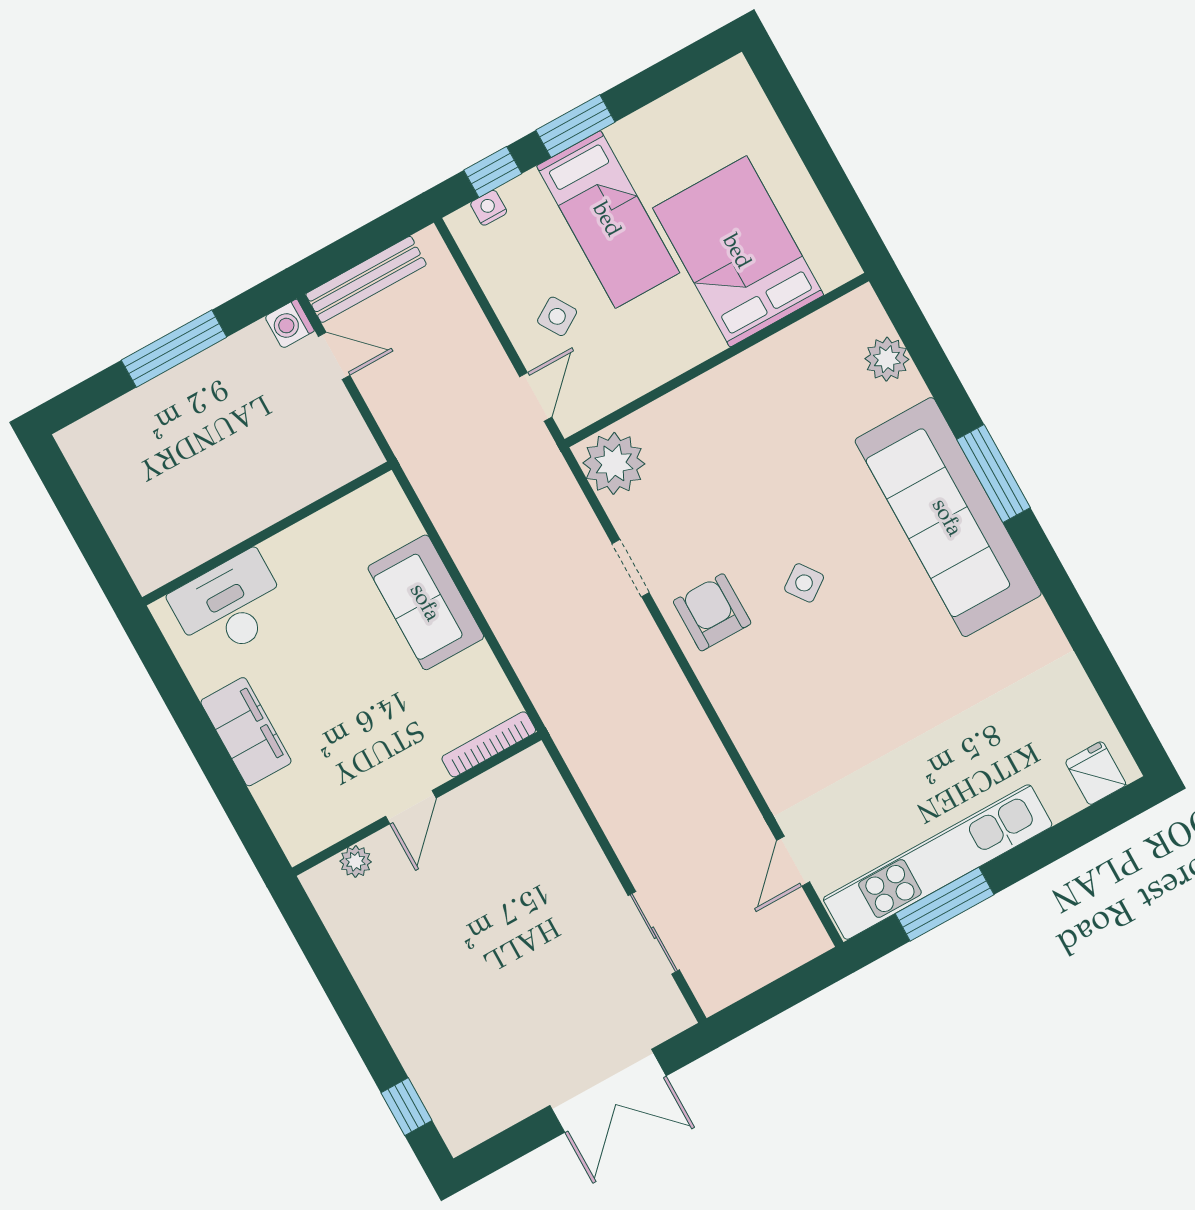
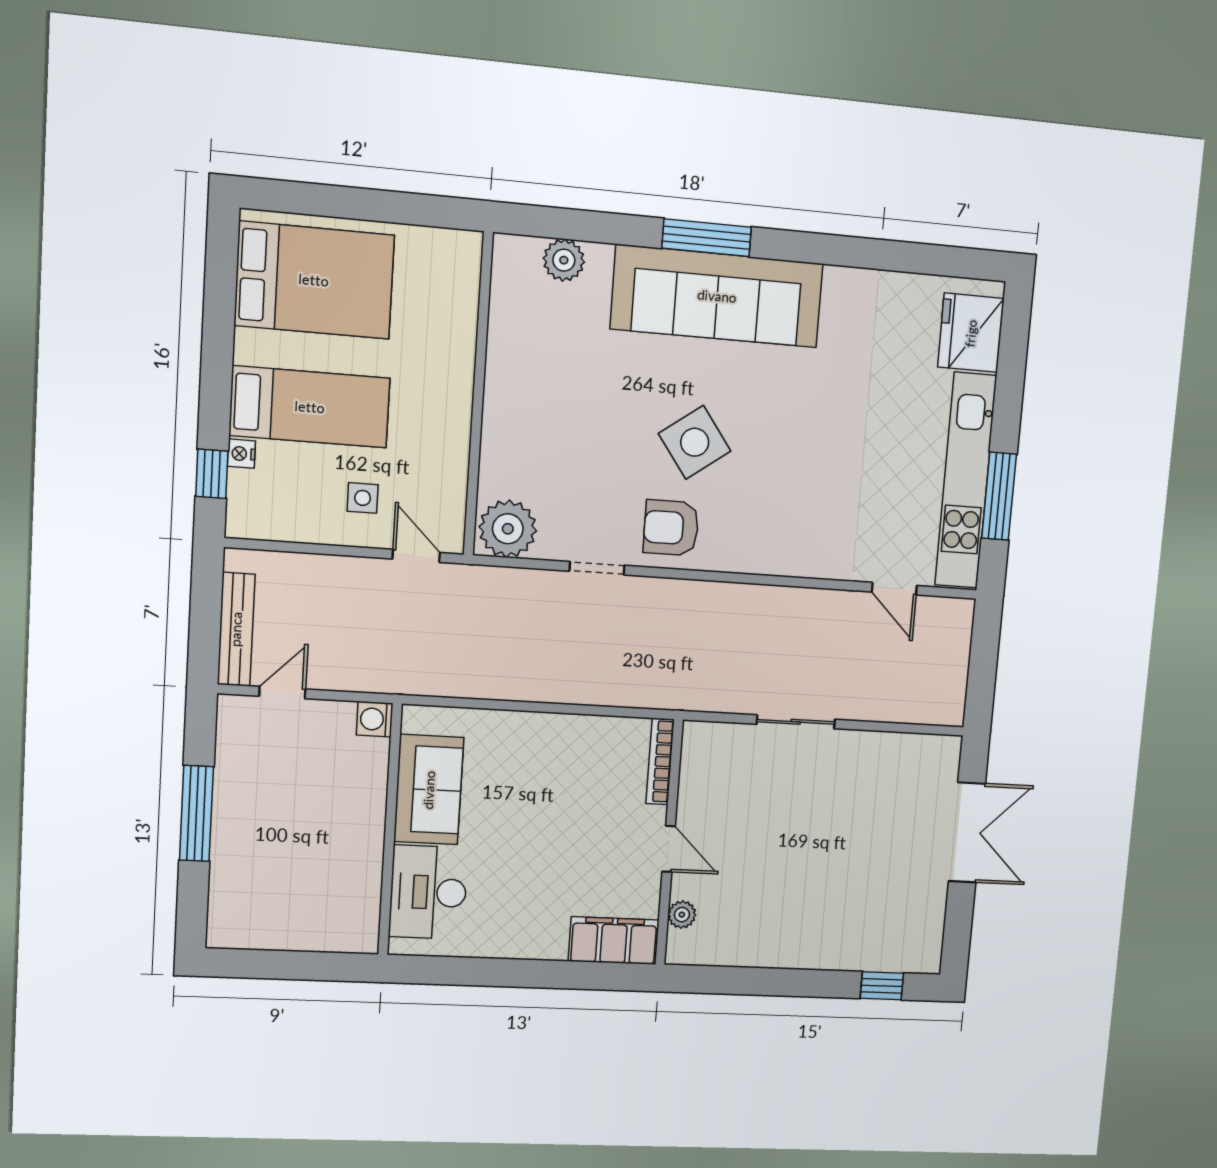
window: (575, 126) -> (216, 383), removed
nightstand: (489, 208) -> (241, 454), moved
bed: (738, 251) -> (314, 280), moved, turned 180
side table: (557, 316) -> (363, 498), turned 32
washing machine: (290, 324) -> (375, 719), moved, turned 90
side table: (804, 583) -> (695, 442), width x1.87, depth x1.87
sofa: (426, 602) -> (429, 790), moved, turned -90
filing cabinet: (246, 732) -> (614, 941), moved
fridge: (1096, 773) -> (971, 333), width x1.88, depth x1.34
sliding door: (654, 933) -> (796, 722), moved

